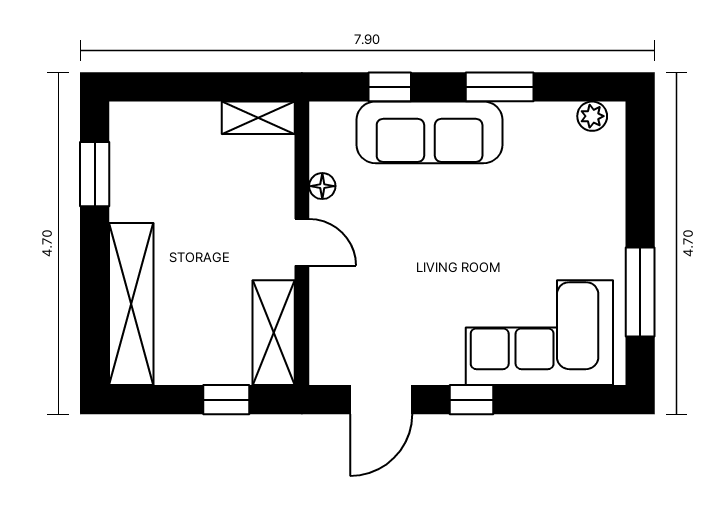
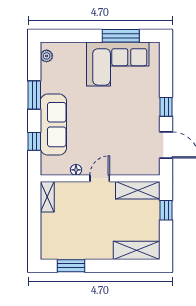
shelving: (131, 304) -> (137, 250), width x0.68
corner sofa: (539, 333) -> (118, 64), moved, turned -90

